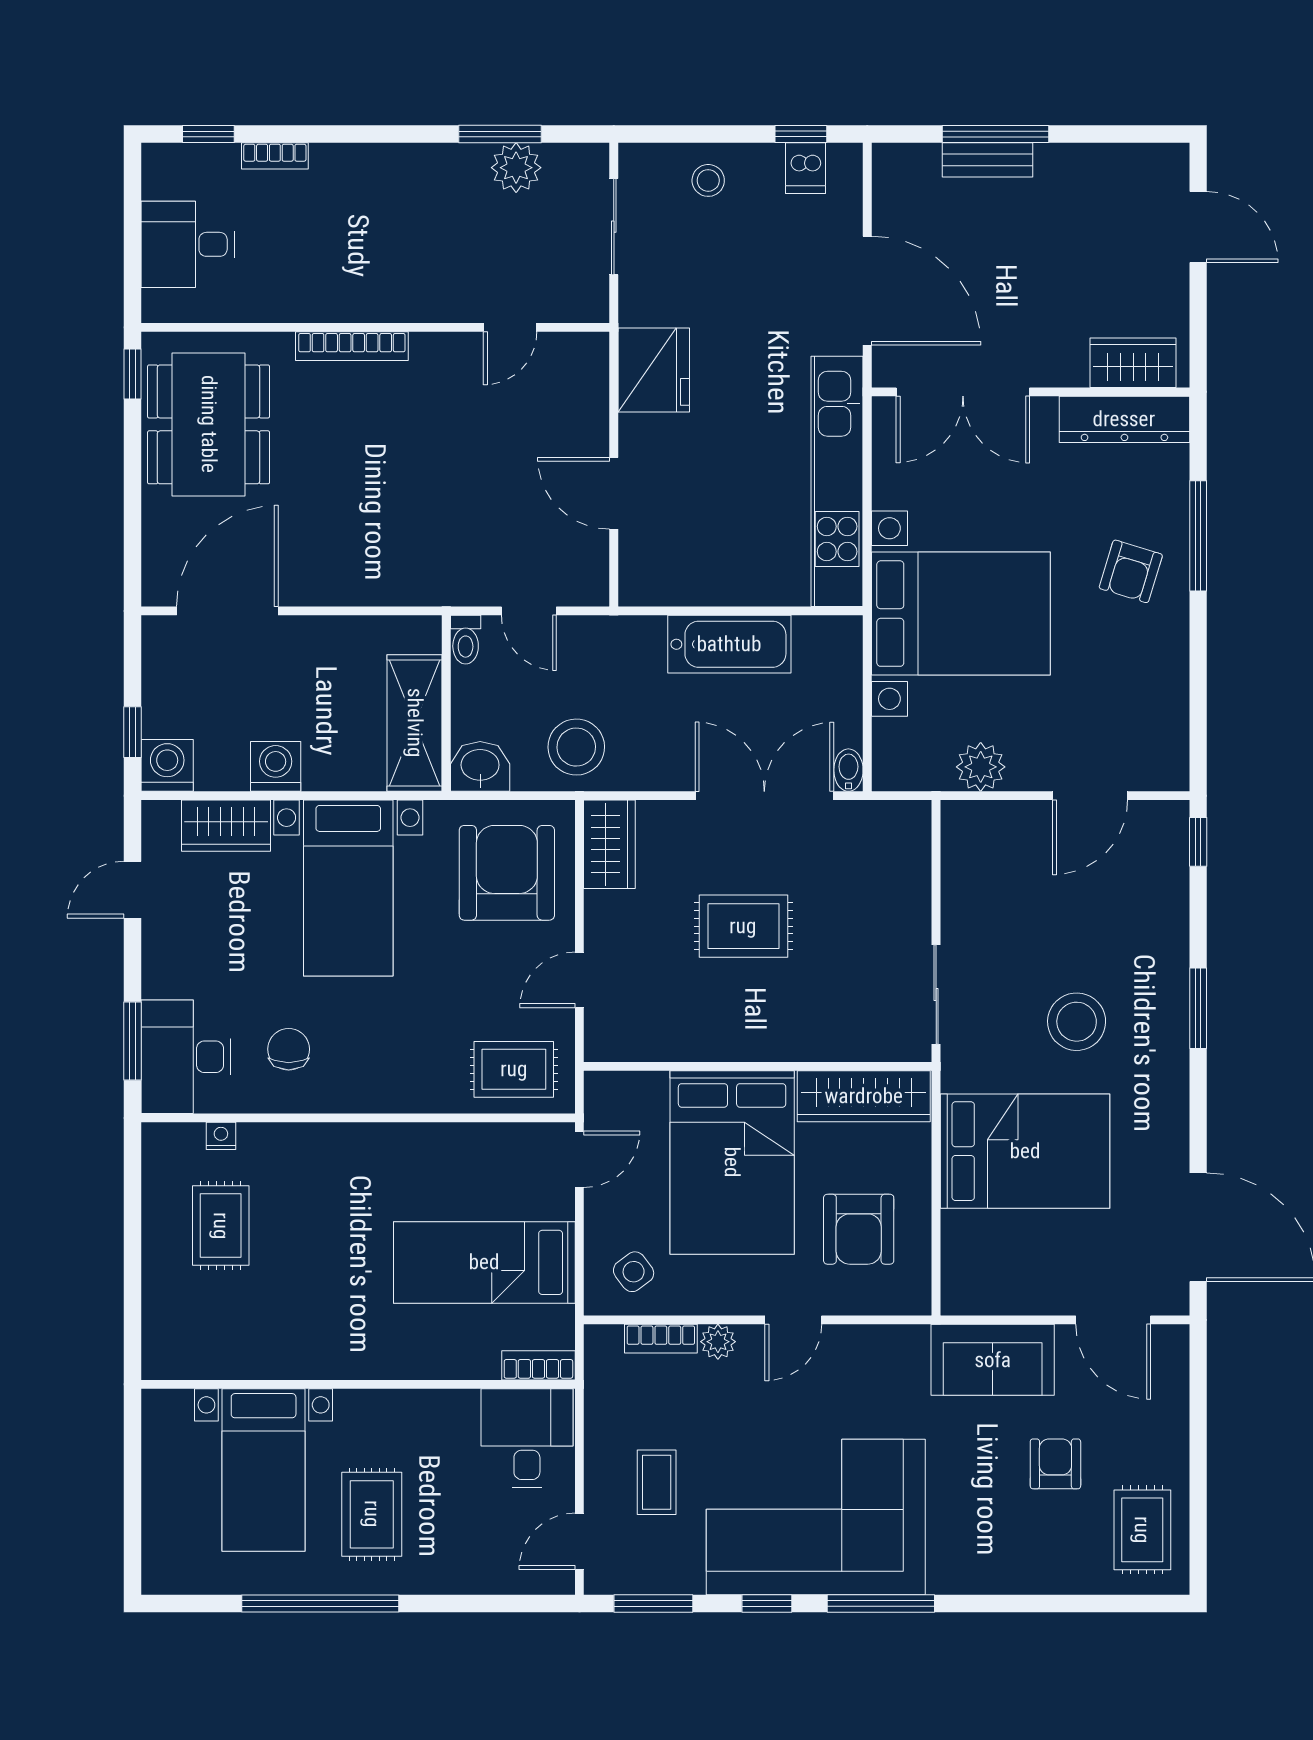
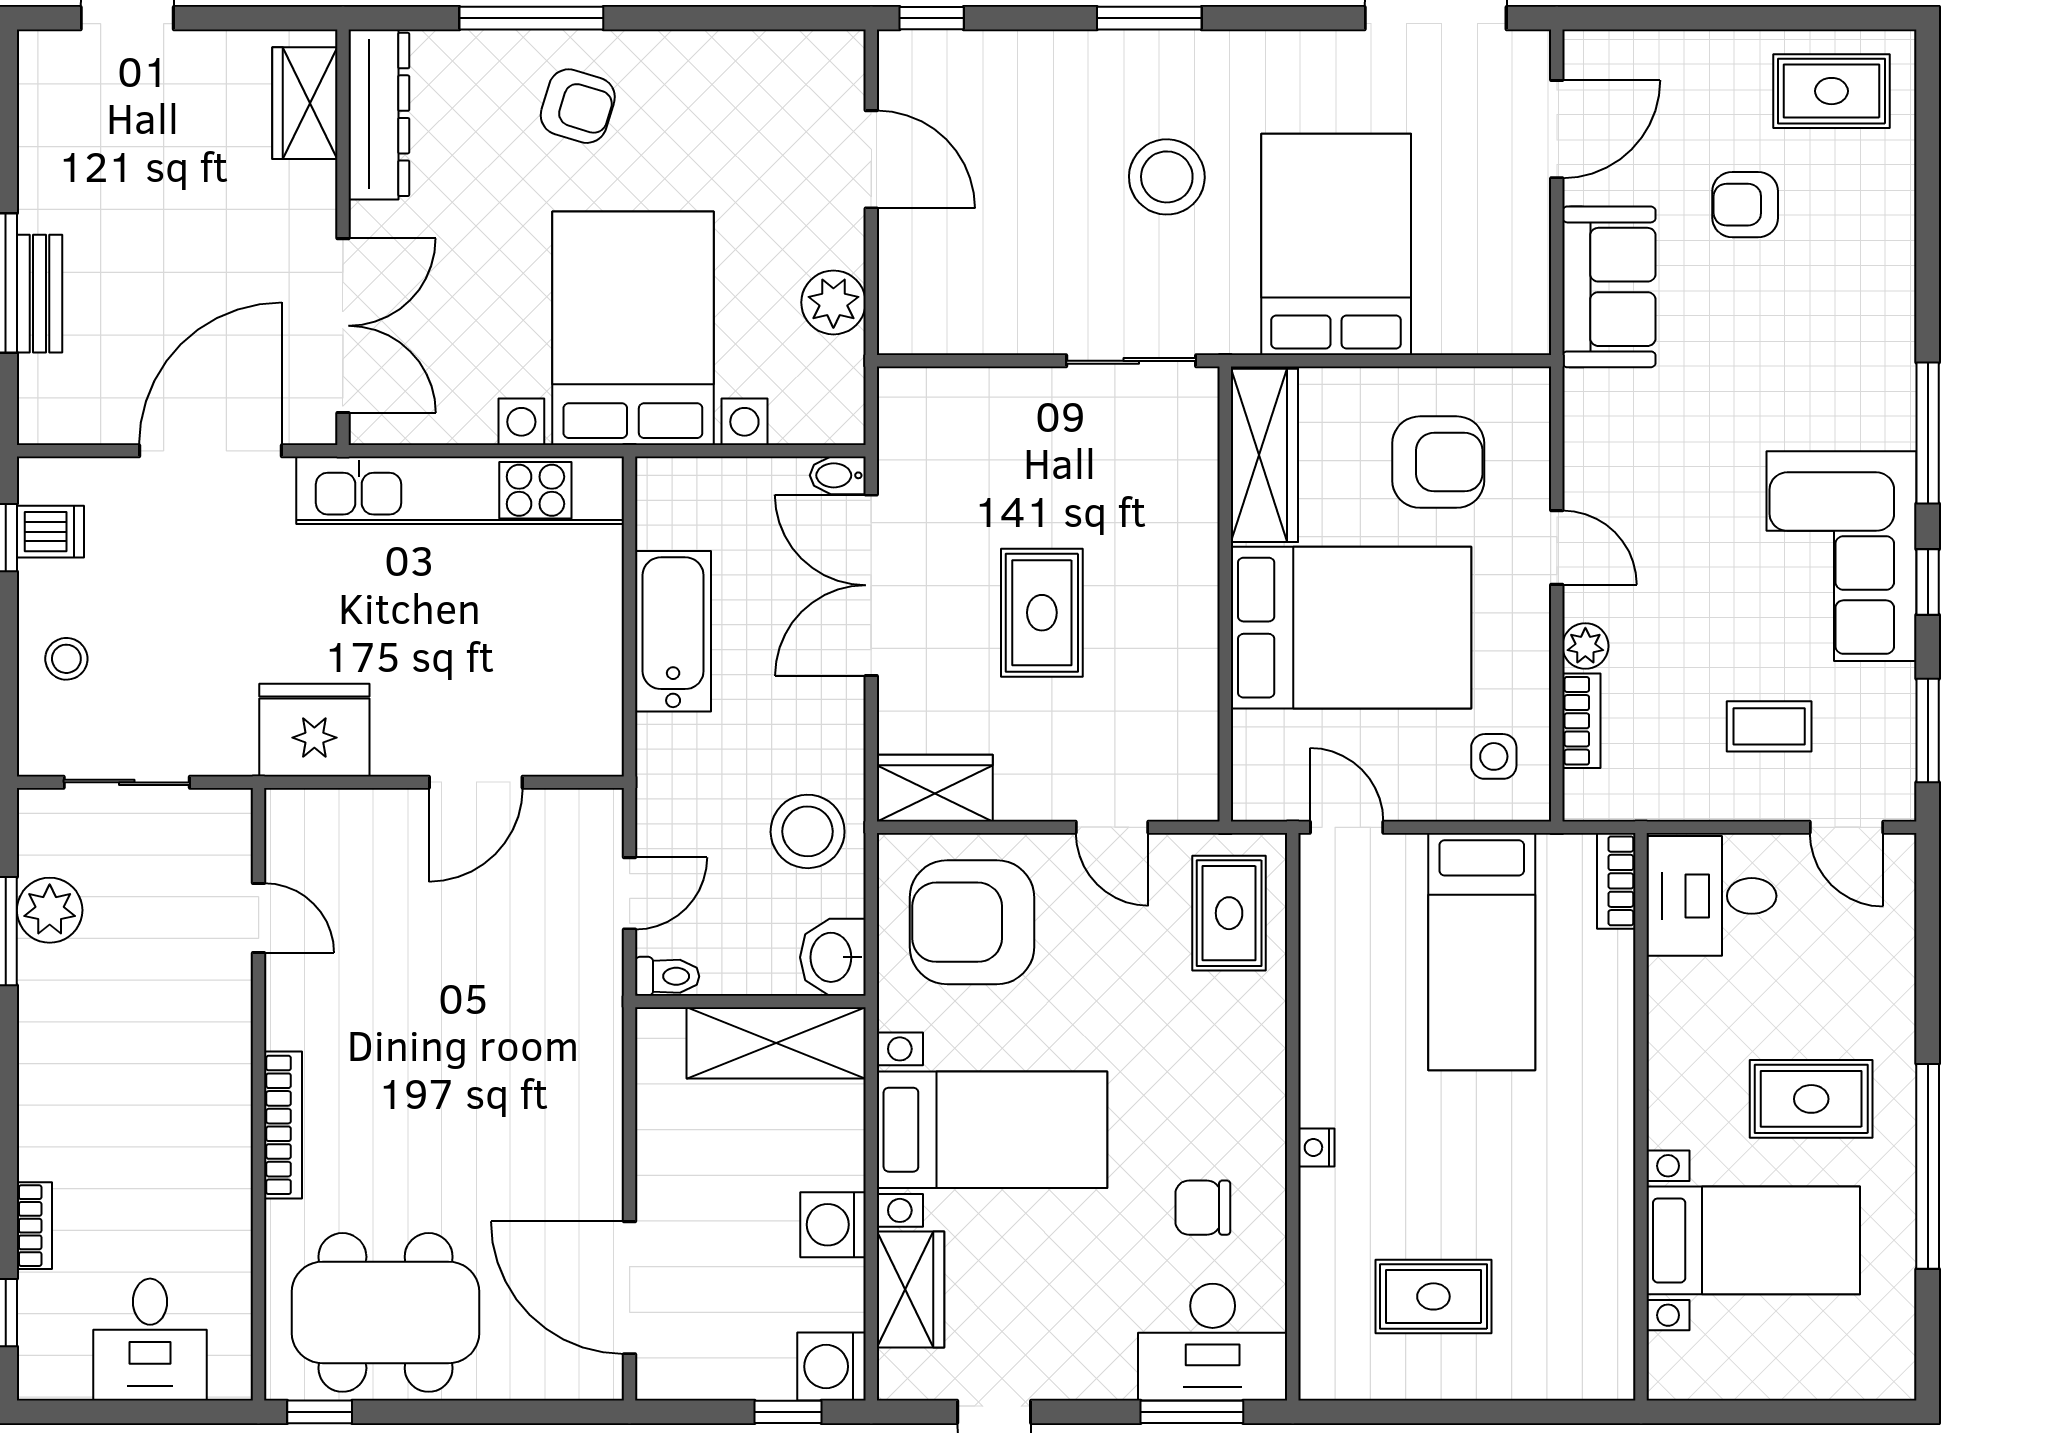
nightstand: (221, 1136) -> (1316, 1147), moved
side table: (634, 1272) -> (1494, 756), turned 37
corner sofa: (816, 1517) -> (1842, 556), width x0.73, depth x0.74

